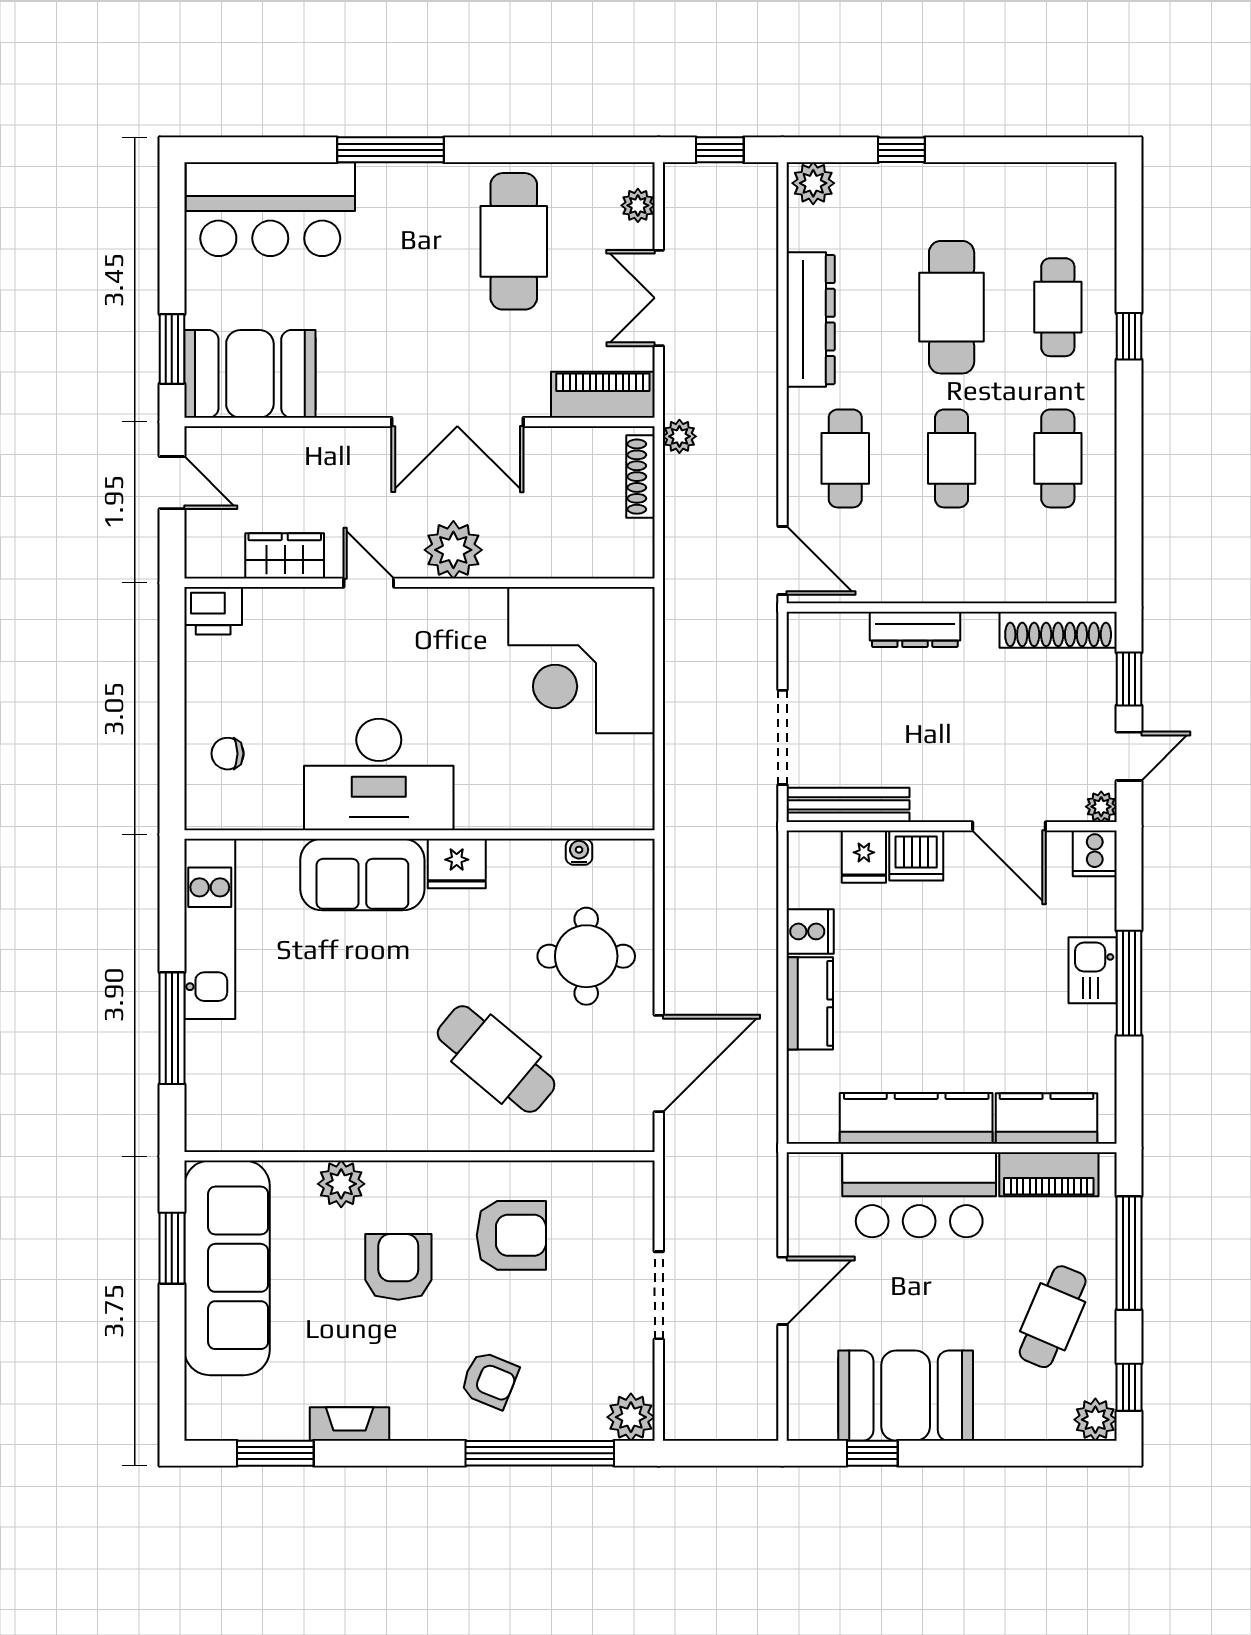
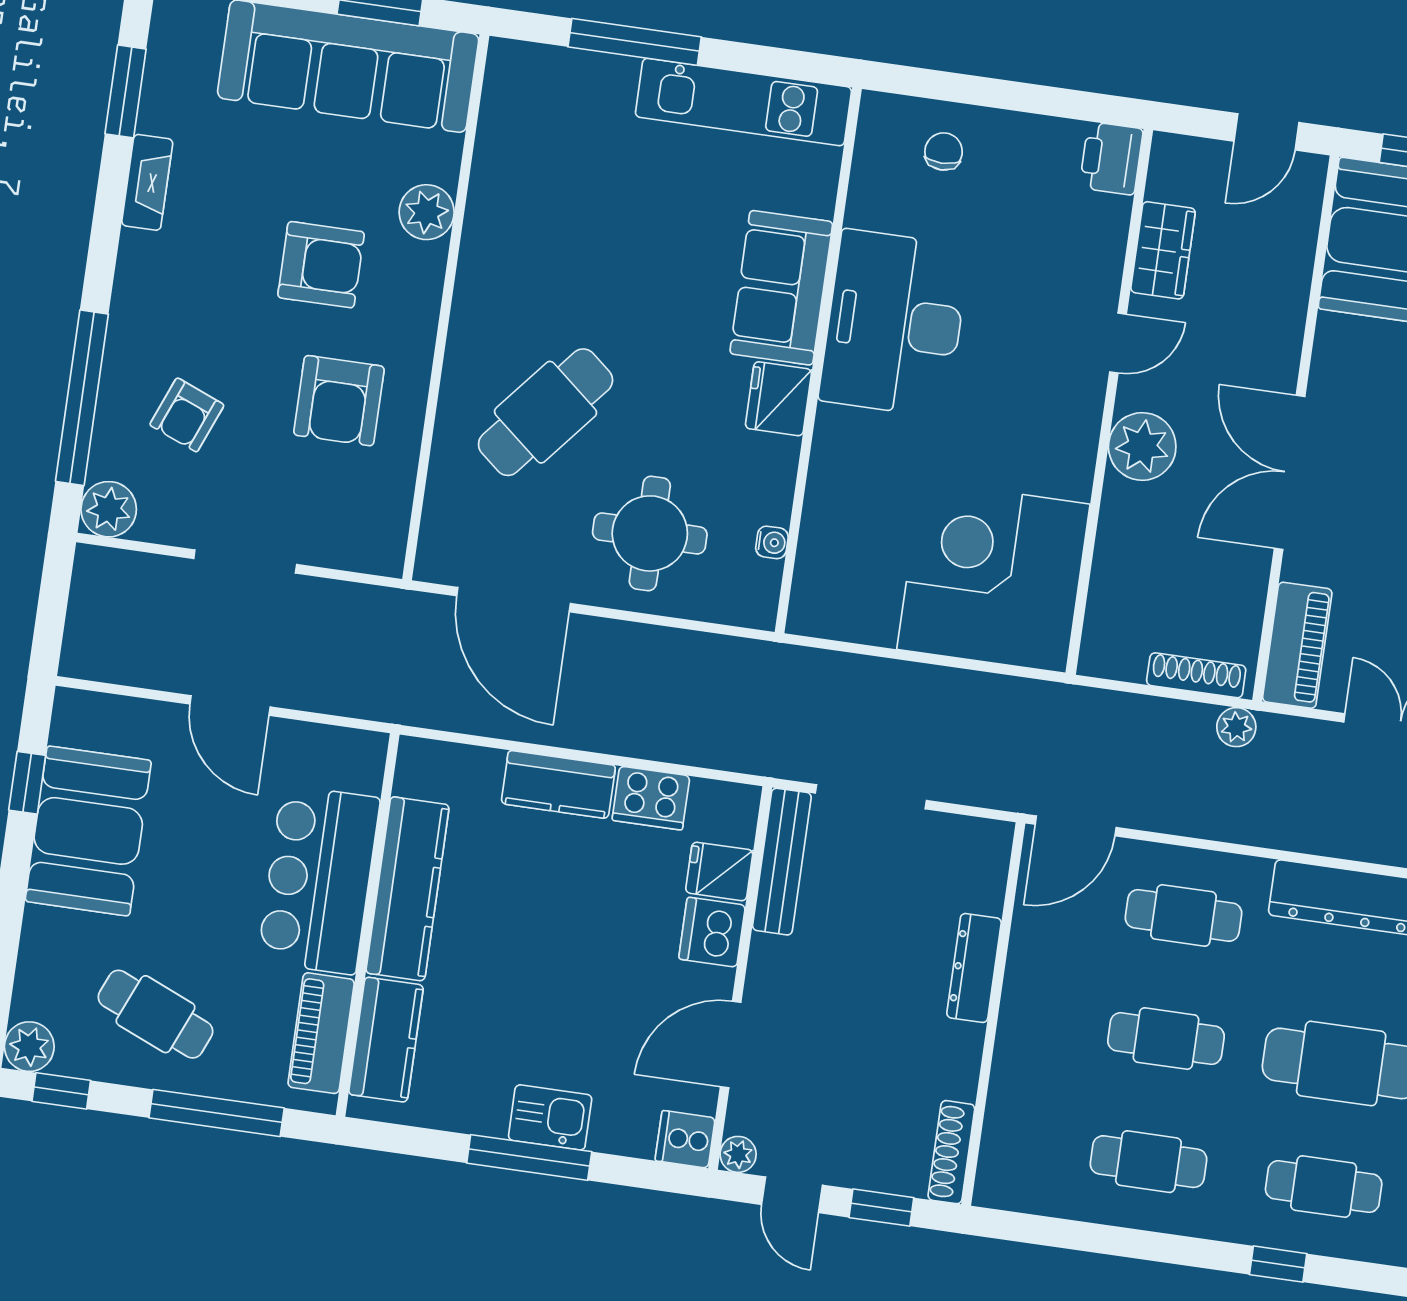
shoe rack: (1058, 630) -> (951, 1152), width x0.74, depth x0.81
cooker: (810, 931) -> (651, 798), width x1.36
armchair: (489, 1380) -> (187, 415), moved

